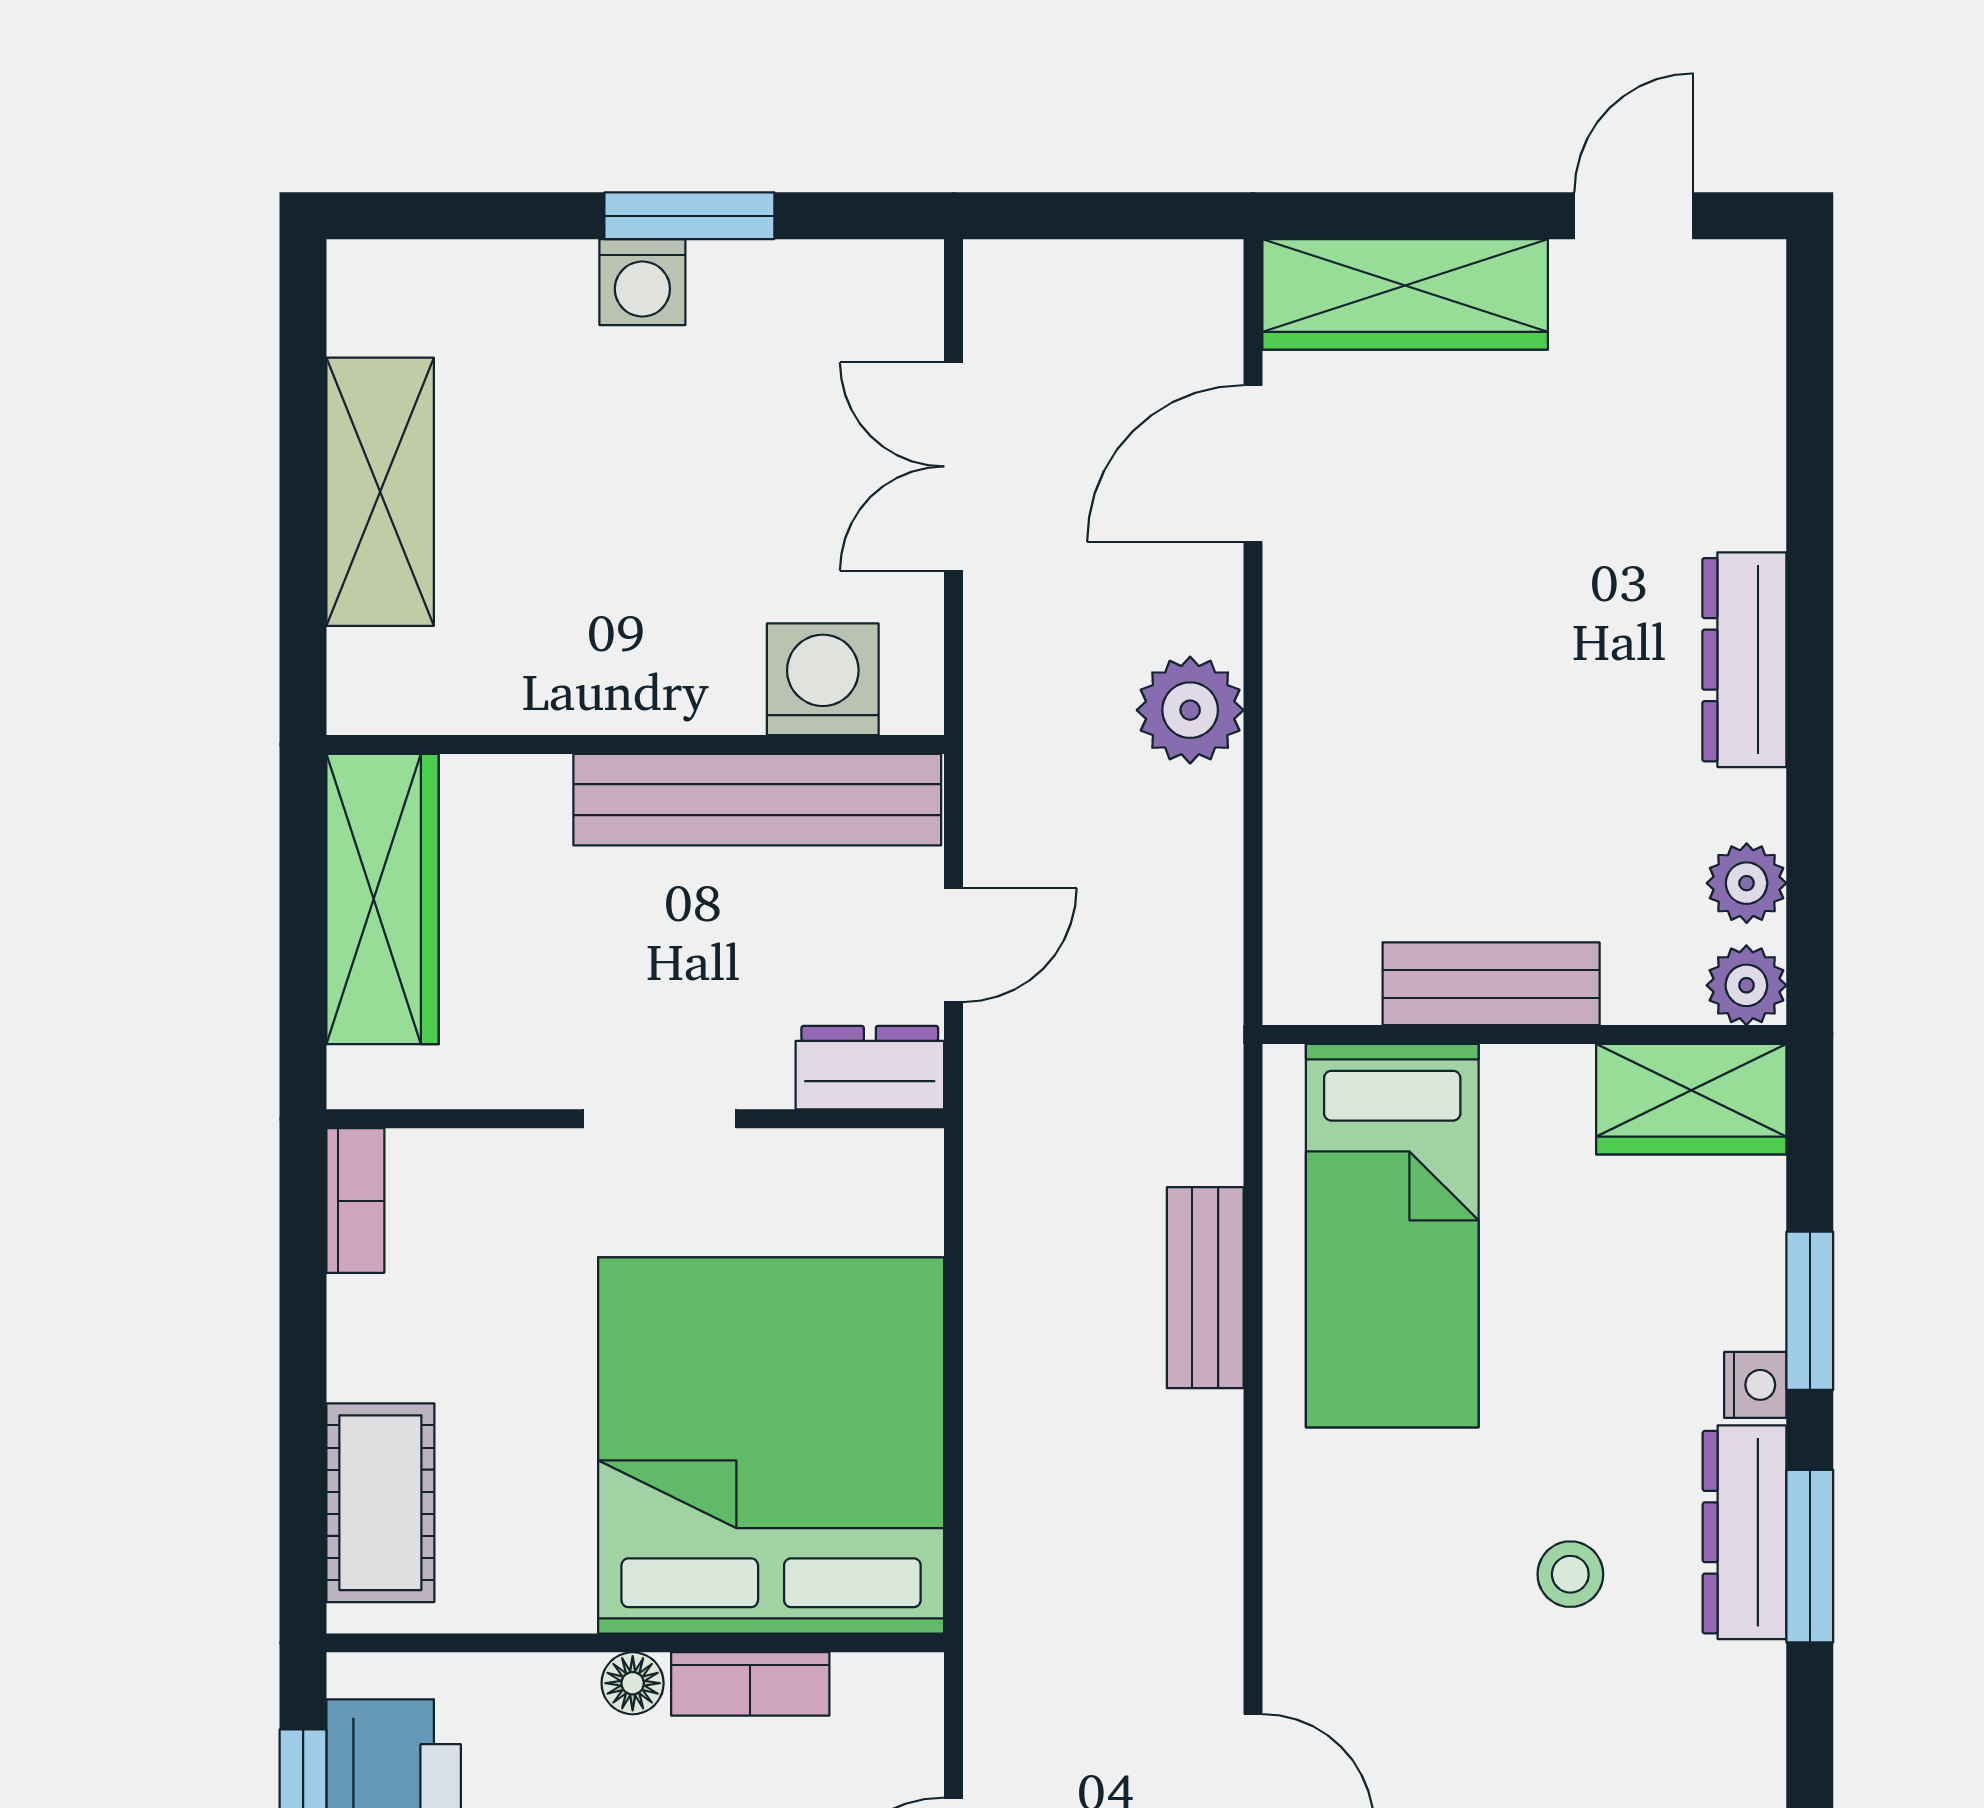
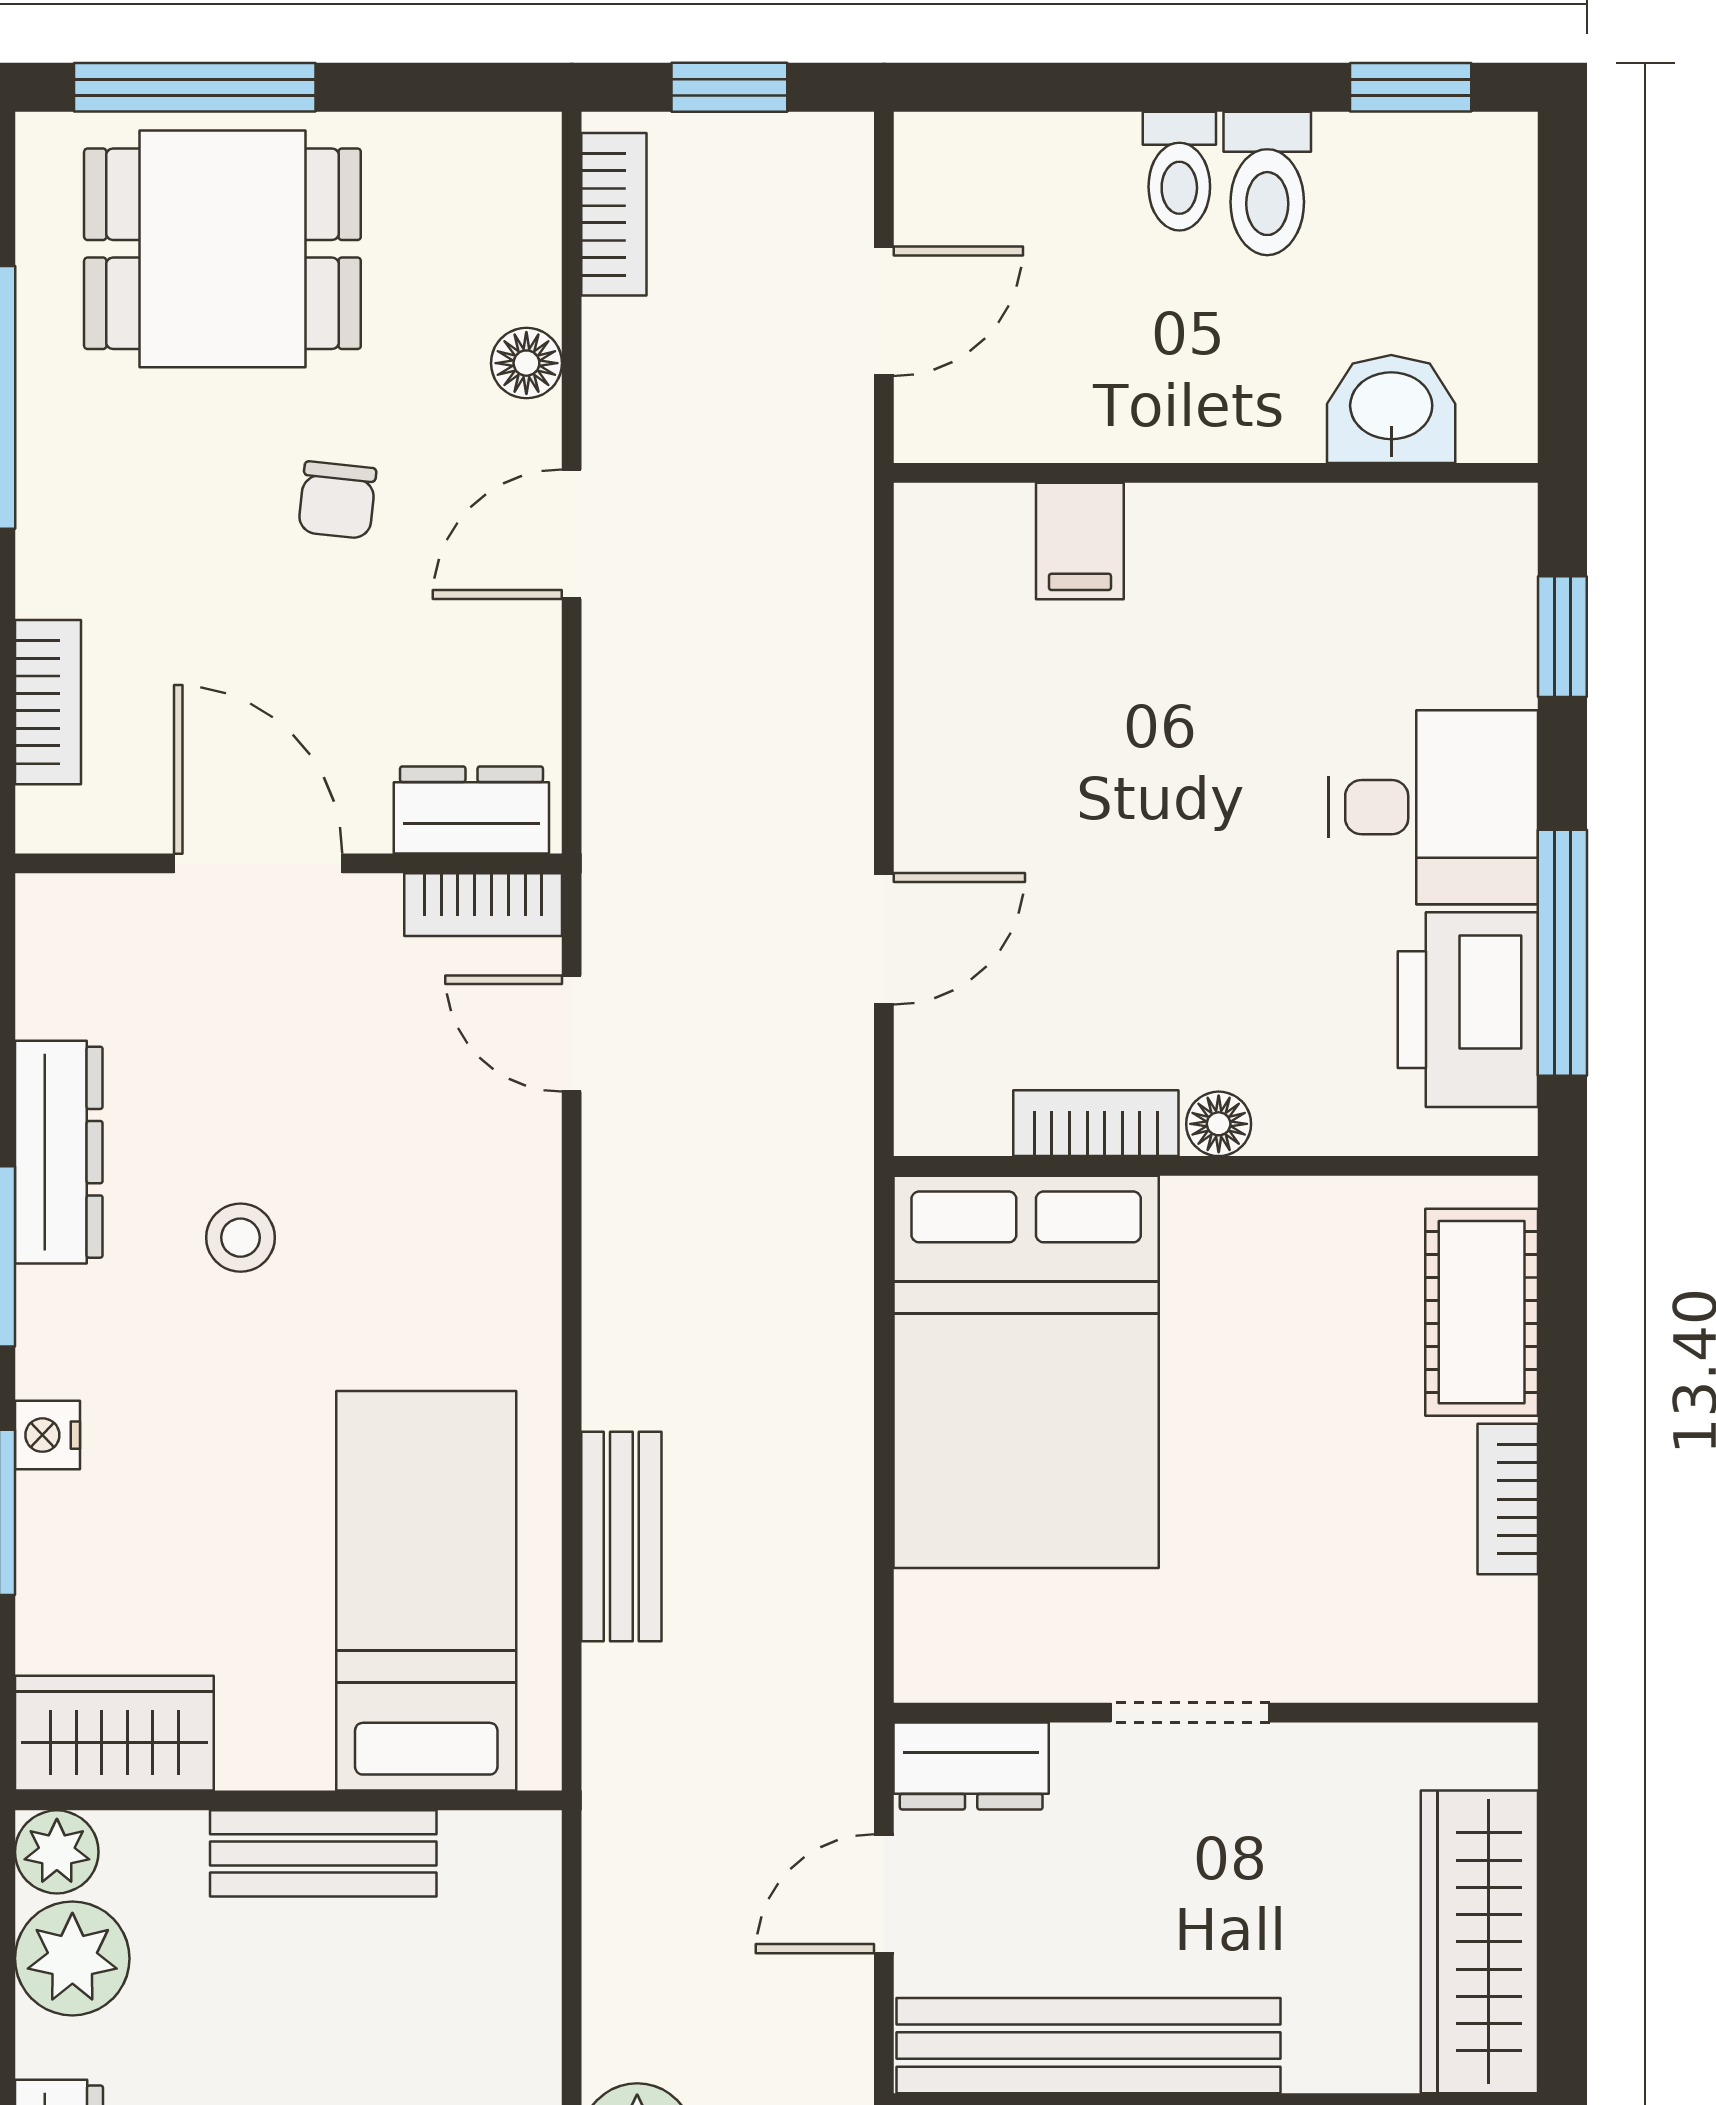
plant: (1747, 883) -> (72, 1958), width x1.38, depth x1.38
bookcase: (355, 1201) -> (1508, 1499), moved
bed: (771, 1445) -> (1026, 1372), width x0.73
dresser: (1745, 1532) -> (59, 1152), moved

